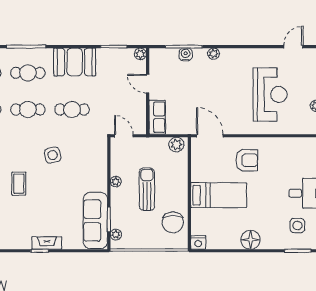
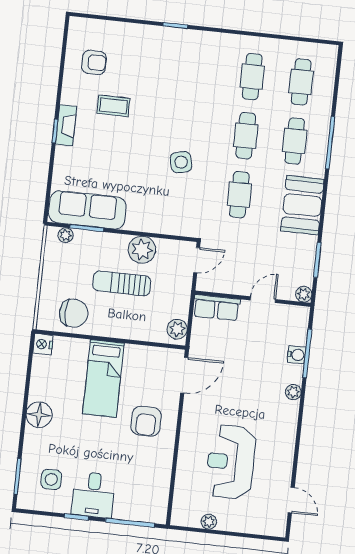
reception desk: (270, 94) -> (231, 462), turned 90
plant: (116, 182) -> (142, 250), width x1.88, depth x1.88
coffee table: (19, 184) -> (113, 106), moved
sun lounger: (147, 189) -> (122, 283), turned 180
chair: (173, 222) -> (74, 313), turned 180
fireplace: (47, 243) -> (66, 125), moved

